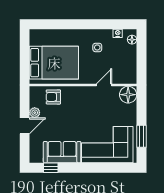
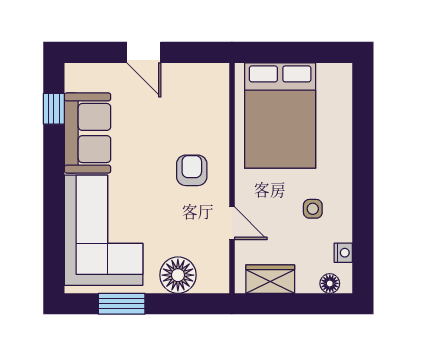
wardrobe: (130, 67) -> (270, 279), added
floor lamp: (128, 95) -> (178, 275), moved
armchair: (53, 97) -> (192, 170), moved
plant: (35, 113) -> (173, 74), removed

